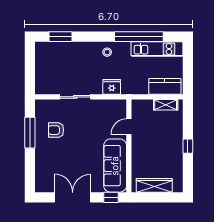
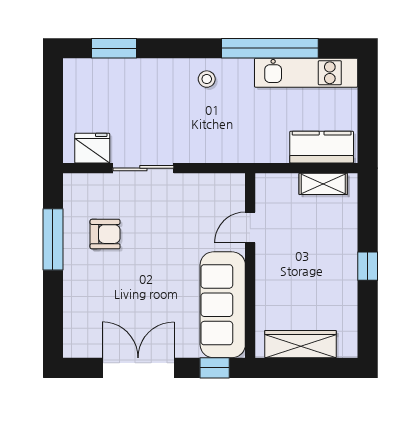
fridge: (112, 87) -> (92, 148), moved
armchair: (56, 130) -> (105, 234), turned 180

